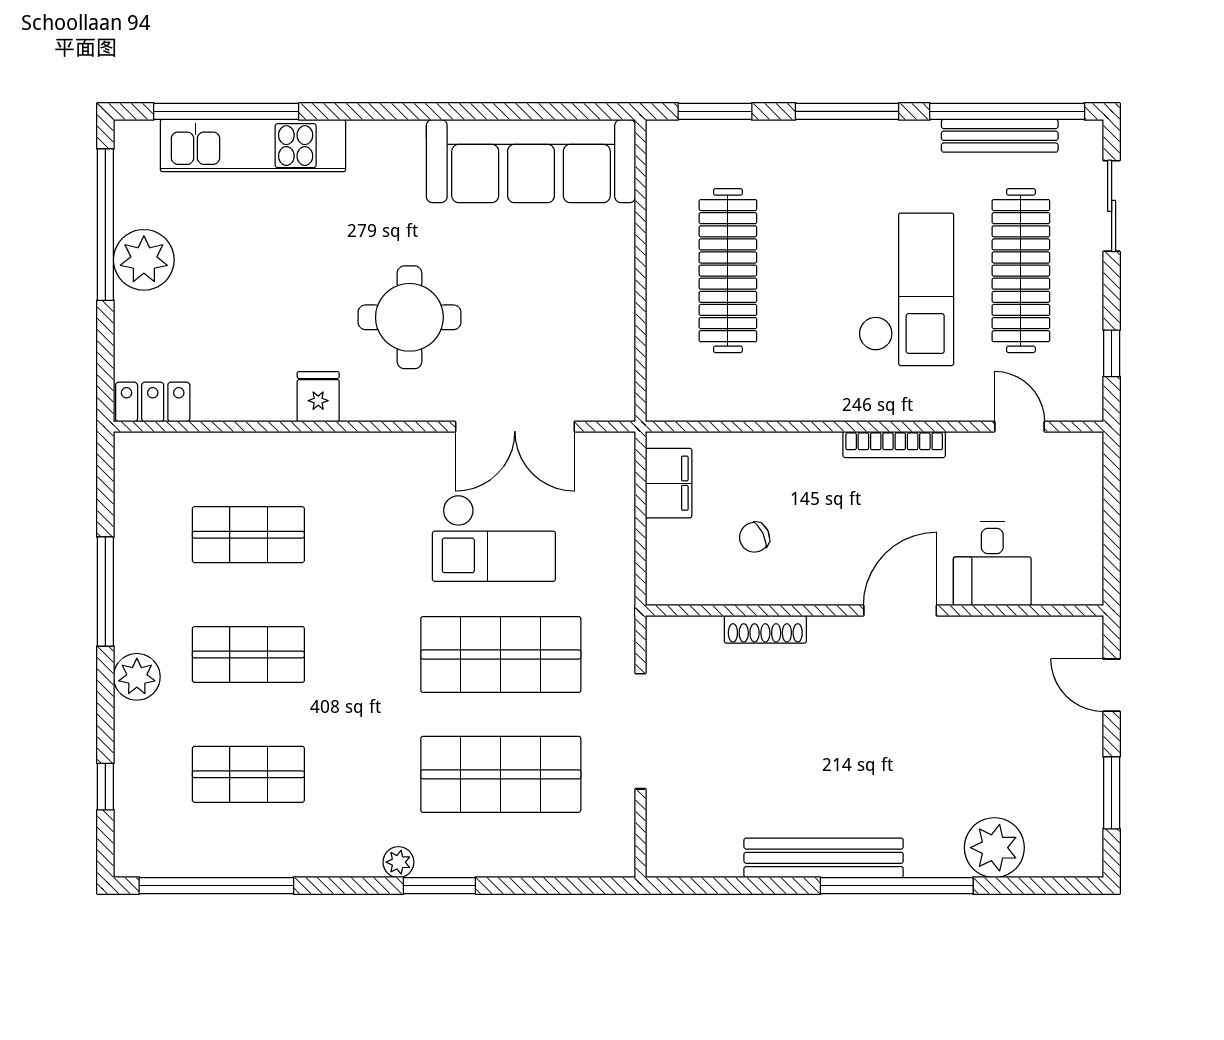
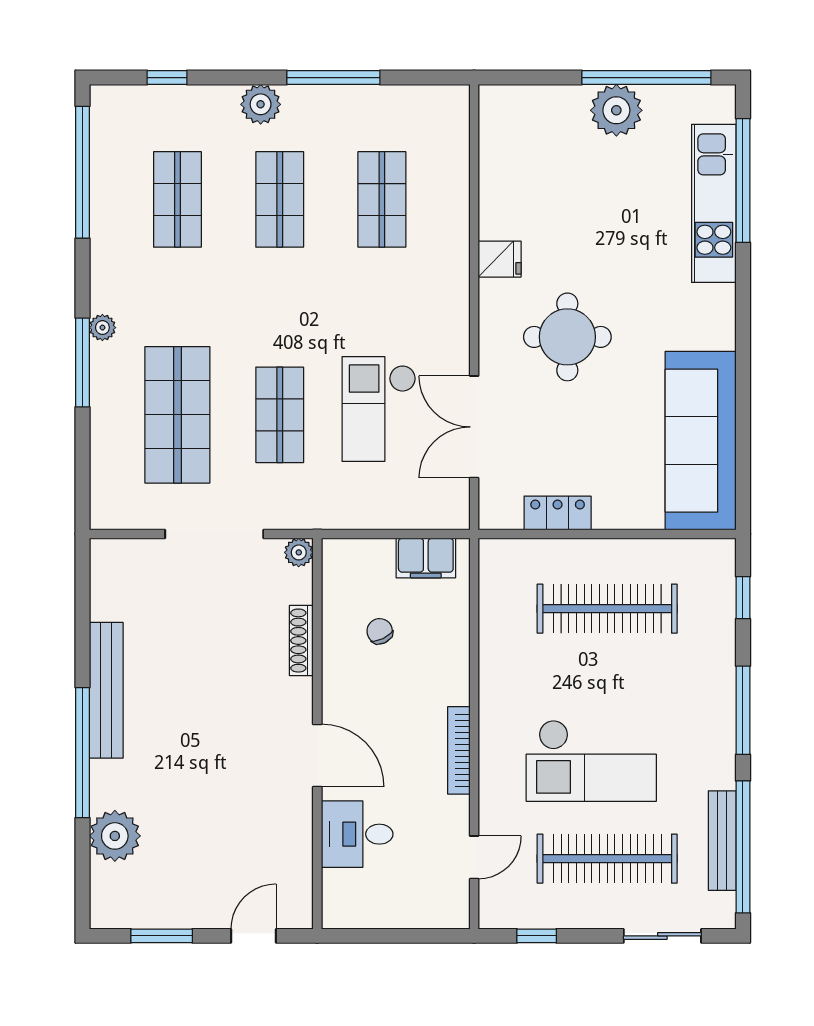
window: (715, 111) -> (743, 598), width x0.67
locker: (153, 402) -> (558, 513), moved, turned -90
plant: (662, 632) -> (299, 552), added
shop shelf: (501, 654) -> (280, 415), width x0.70, depth x0.74
window: (439, 886) -> (82, 362), width x1.44

